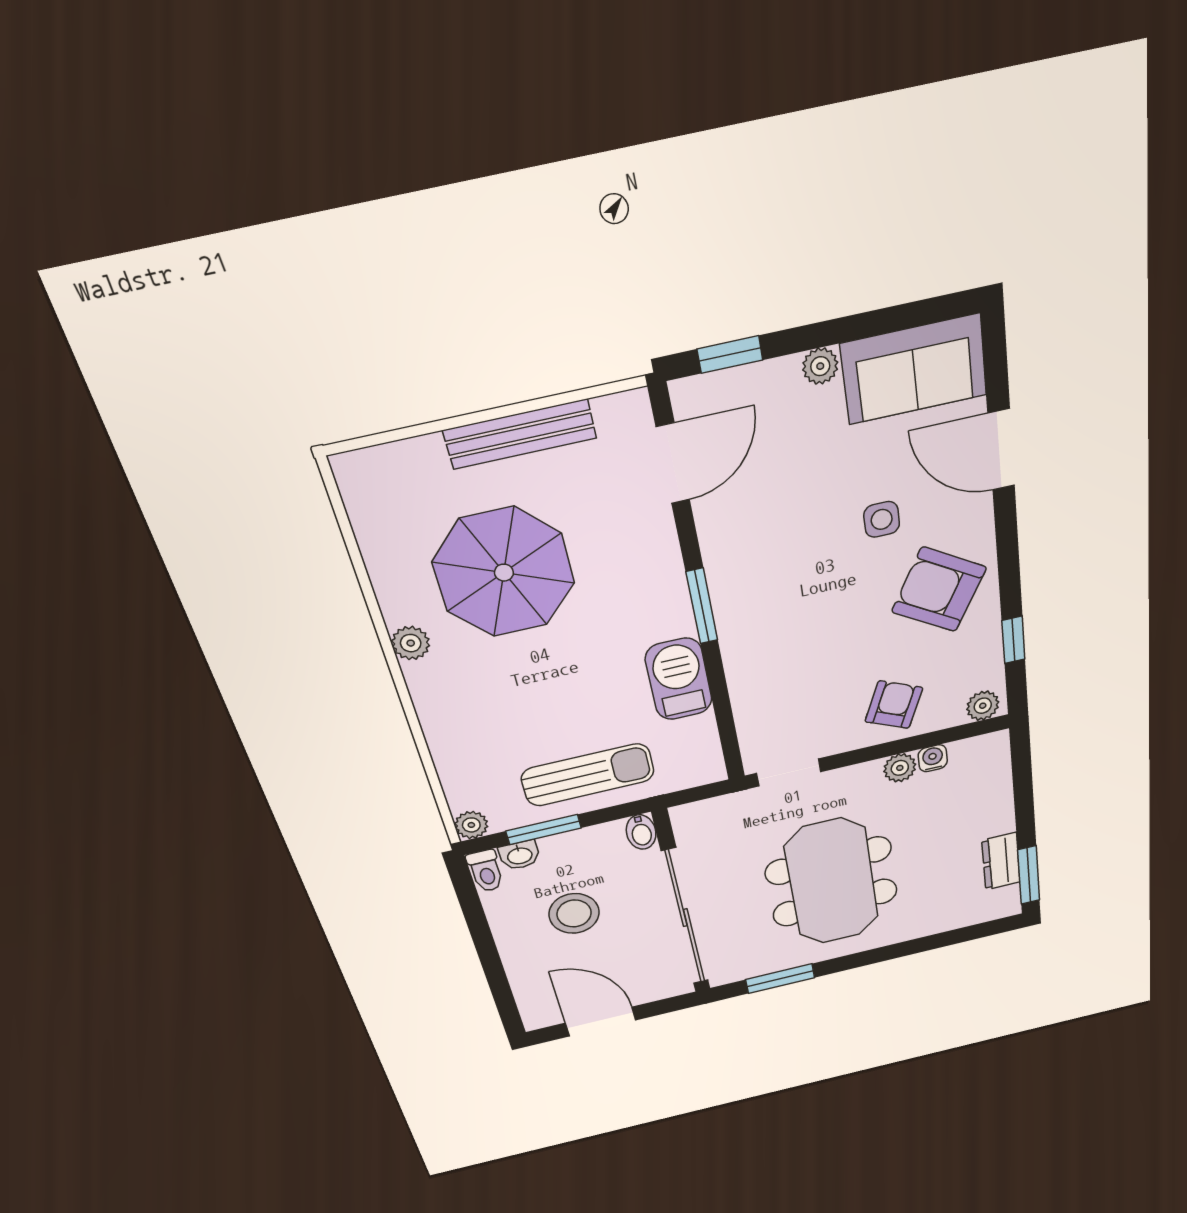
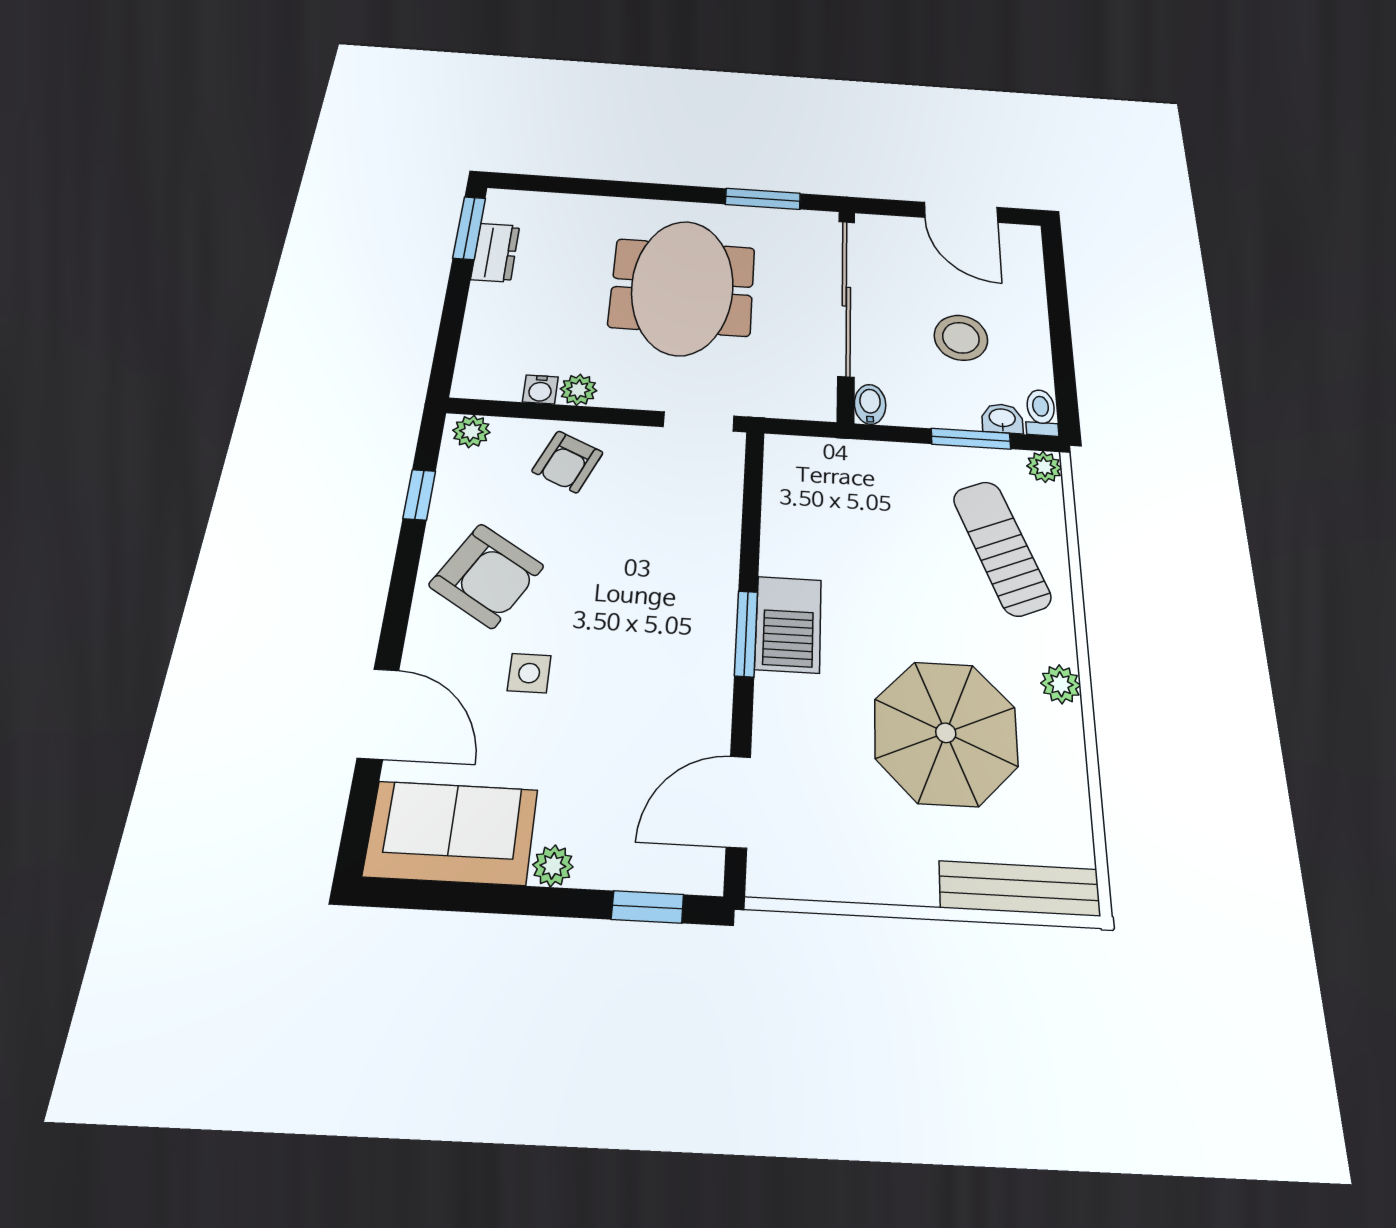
bench: (520, 434) -> (1019, 888), moved
barbecue: (679, 679) -> (788, 624), moved
sun lounger: (588, 775) -> (1002, 548), moved, turned 68

